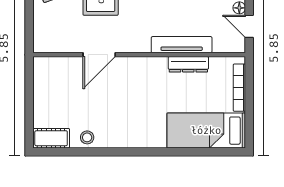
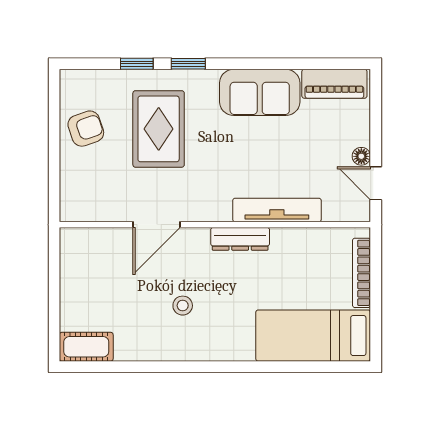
dresser: (188, 64) -> (240, 239), moved
stool: (87, 137) -> (183, 306), moved

